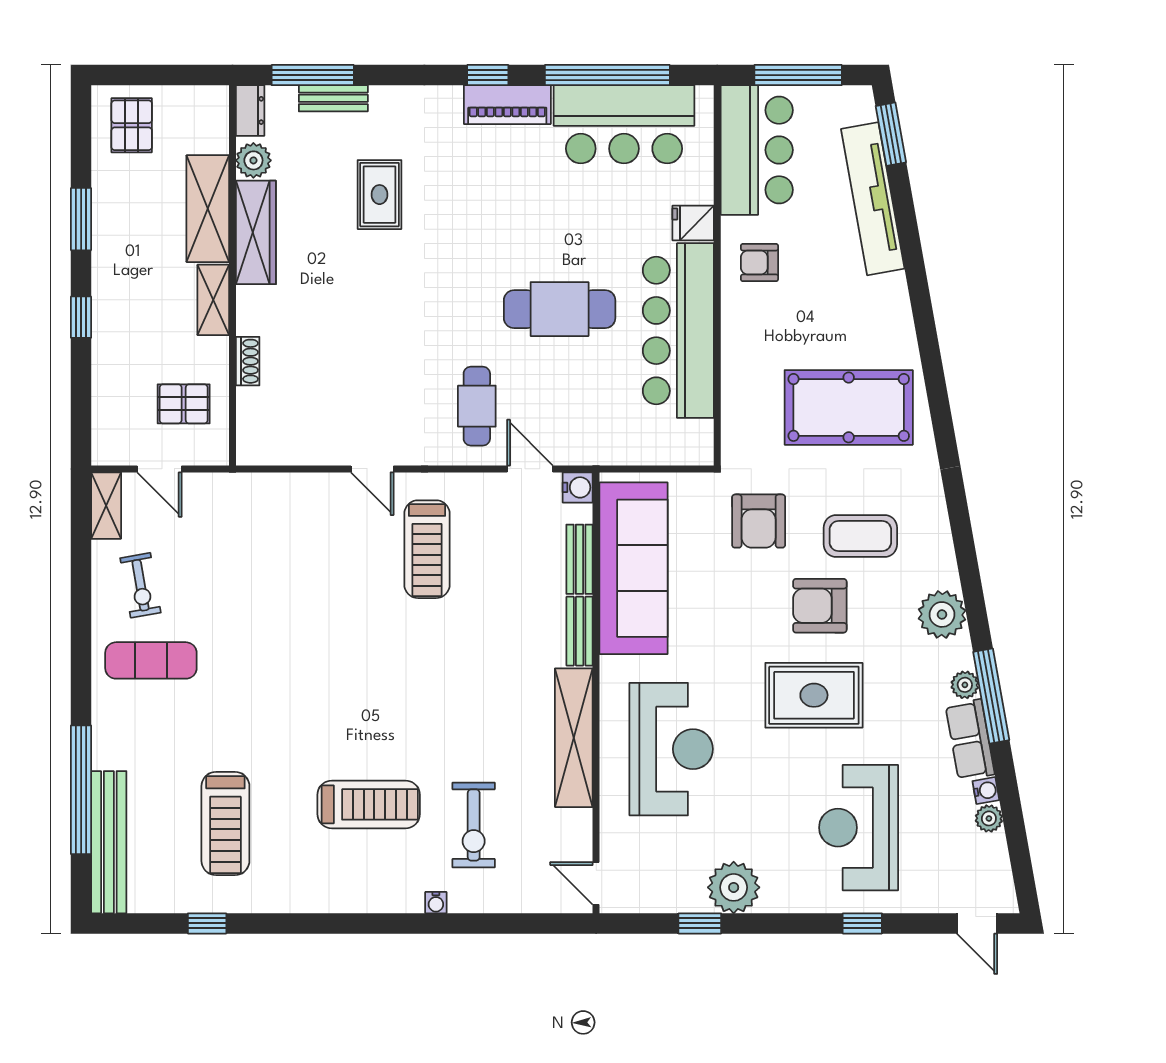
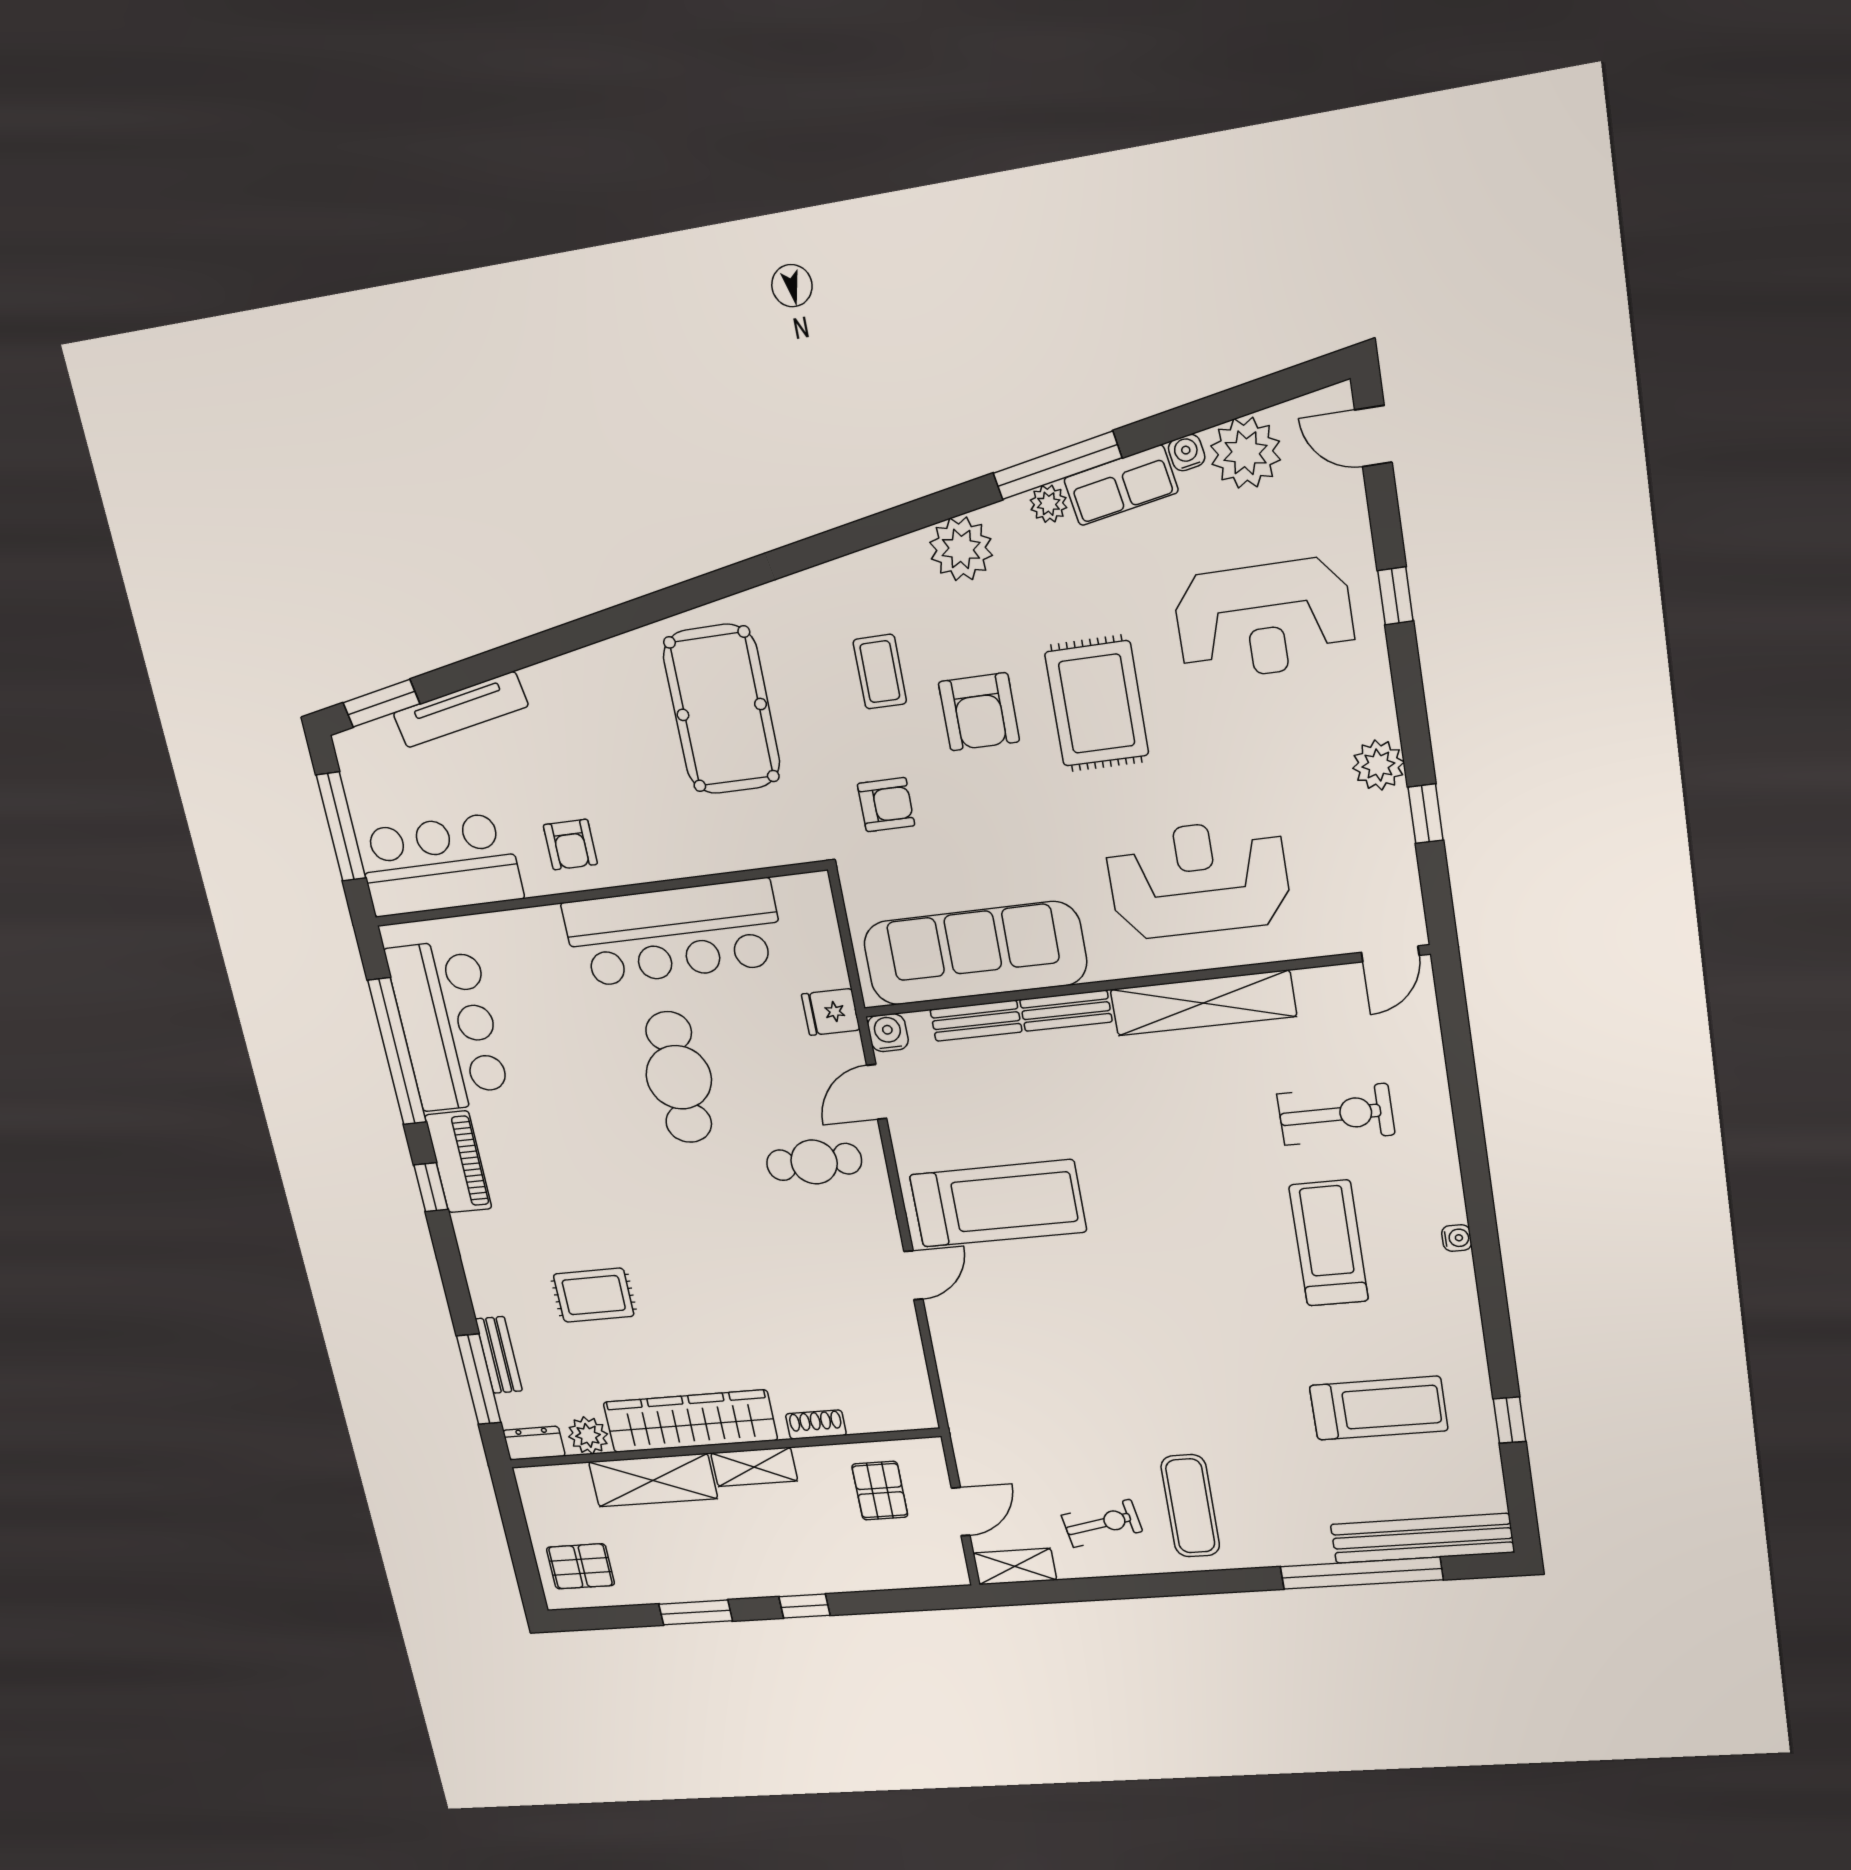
tv unit: (873, 199) -> (461, 710), width x0.73, depth x0.78
fridge: (693, 223) -> (831, 1012), moved, turned 90
wardrobe: (256, 232) -> (690, 1421), width x1.40, depth x1.17
armchair: (759, 521) -> (886, 805), width x0.72, depth x0.72
coffee table: (860, 536) -> (880, 672), width x0.73, depth x0.77
treadmill: (427, 549) -> (998, 1203), width x1.37, depth x1.38
plant: (989, 818) -> (1246, 453), width x1.88, depth x1.88
plant: (734, 887) -> (1378, 765), width x0.73, depth x0.73
water cooler: (436, 903) -> (1457, 1238), moved
door: (977, 923) -> (1373, 436), swing flipped

